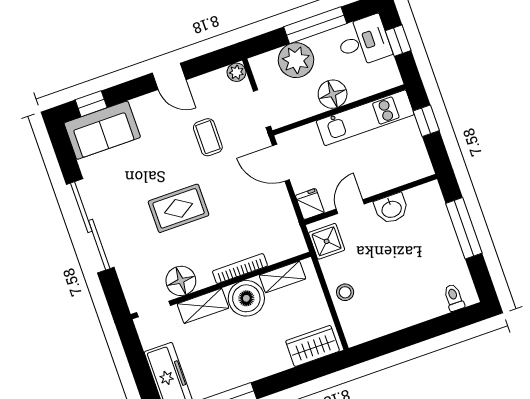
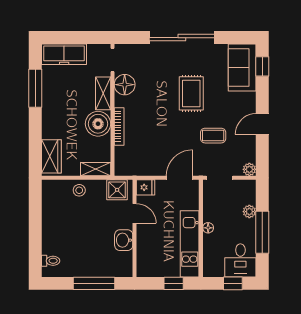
plant: (296, 60) -> (249, 212), width x0.53, depth x0.53
floor lamp: (333, 94) -> (208, 228), width x0.53, depth x0.53
rug: (179, 208) -> (191, 93), moved
shelving: (282, 277) -> (96, 169), moved, turned 90

